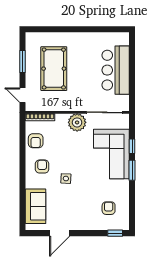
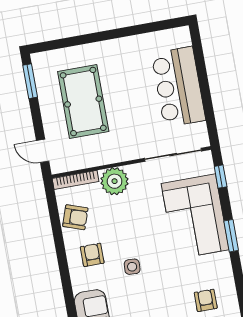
window: (23, 61) -> (30, 81), moved
plant: (77, 122) -> (115, 181), moved
armchair: (36, 141) -> (75, 217), turned -71
window: (132, 146) -> (221, 177), moved

